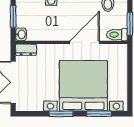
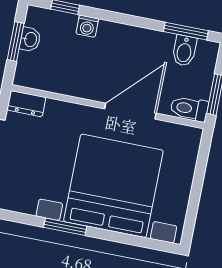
washbasin: (21, 34) -> (30, 39), moved
window: (99, 114) -> (131, 240), removed

